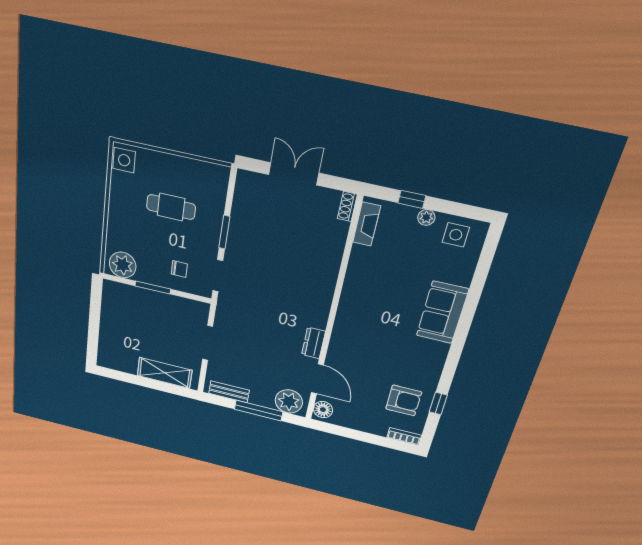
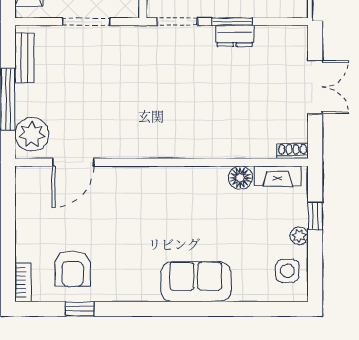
dresser: (313, 343) -> (235, 36), moved, turned 180
floor lamp: (323, 410) -> (240, 178), moved

